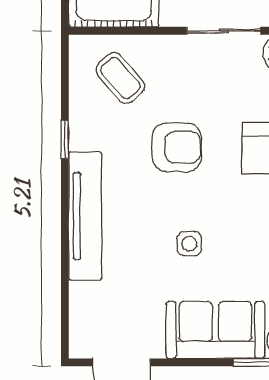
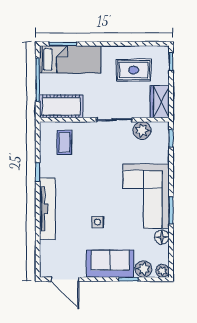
coffee table: (120, 78) -> (64, 142), turned 41
armchair: (177, 147) -> (92, 176), removed

